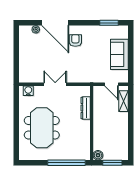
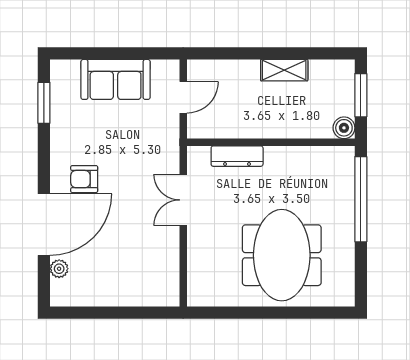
double door: (55, 84) -> (183, 200), moved
water cooler: (28, 91) -> (198, 286), removed
shelving: (123, 101) -> (284, 70), moved
meeting table: (42, 128) -> (282, 255), turned 90

